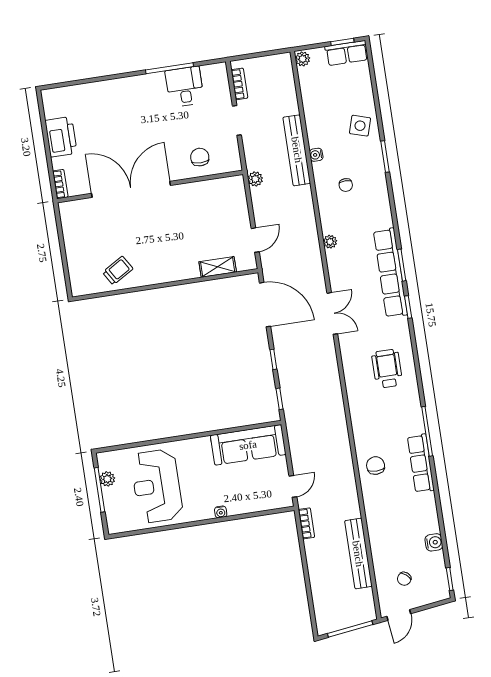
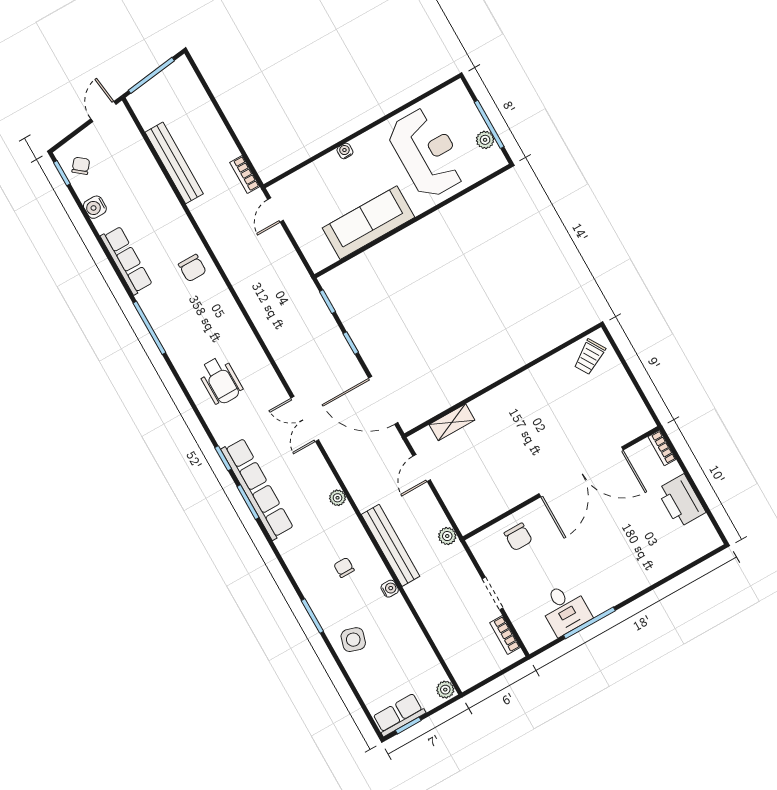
bench: (297, 150) -> (391, 545), moved
trolley: (118, 271) -> (590, 357), moved
sofa: (248, 445) -> (369, 223), moved
row of seats: (421, 463) -> (126, 260), moved
chair: (404, 579) -> (81, 166), moved

